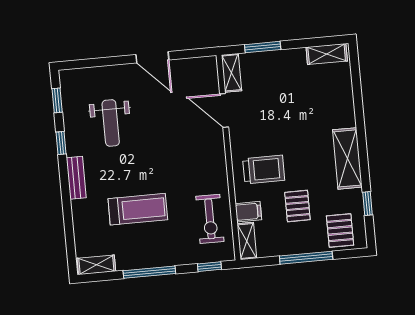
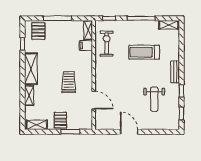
shelving: (232, 73) -> (29, 95), moved
weight bench: (111, 123) -> (154, 99), turned 180
trolley: (264, 169) -> (69, 82), moved, turned 90
pallet: (297, 206) -> (60, 120), moved

